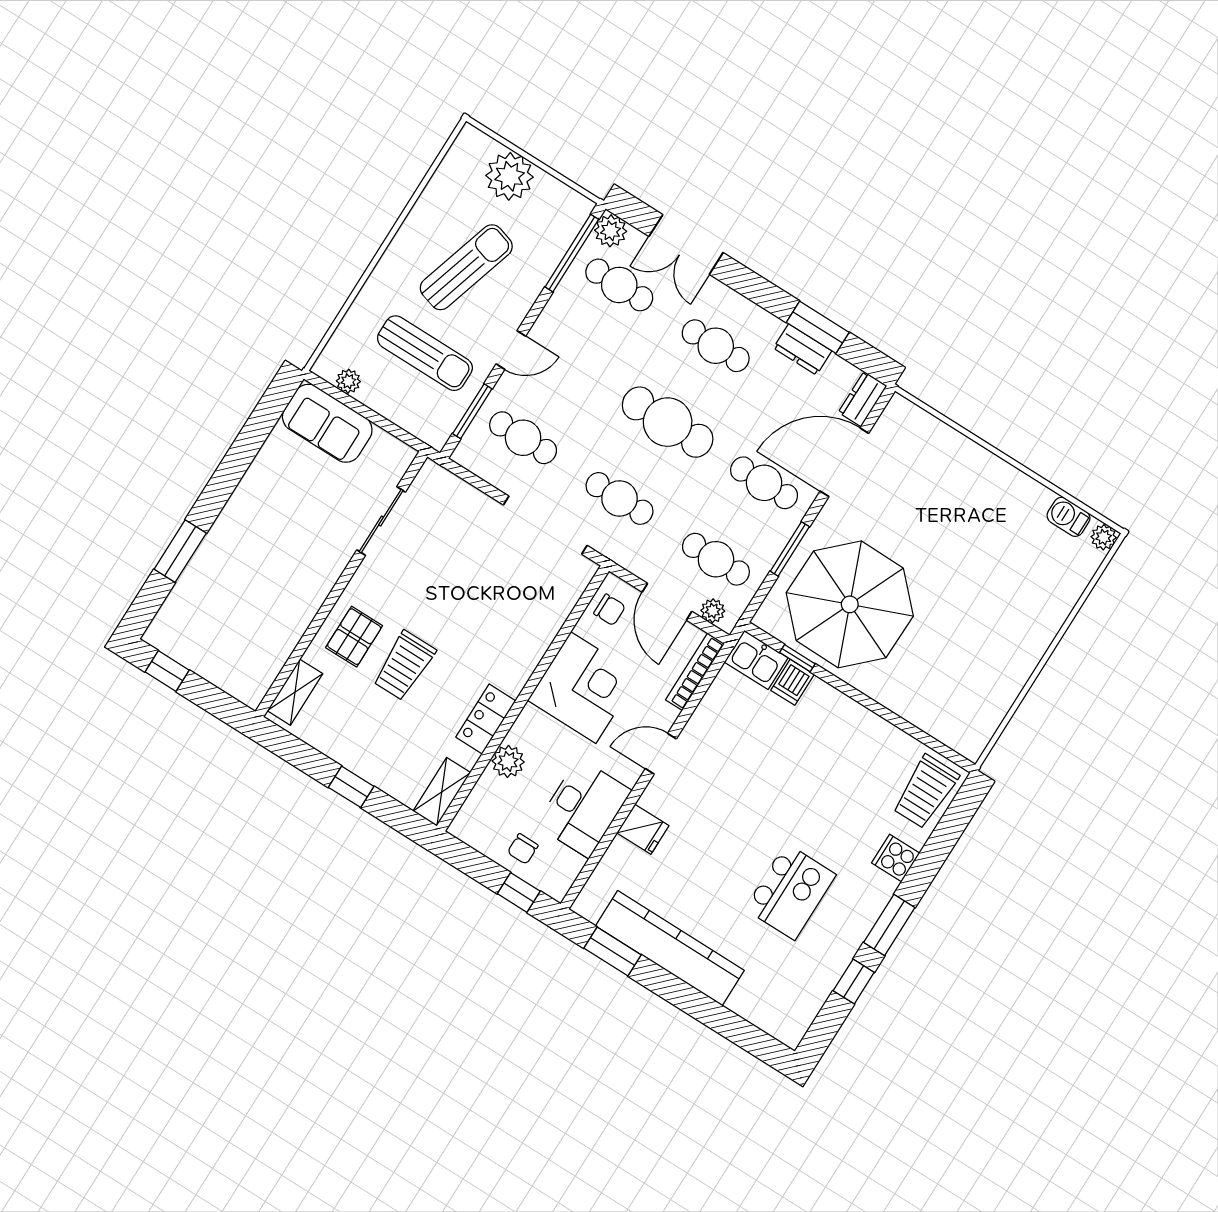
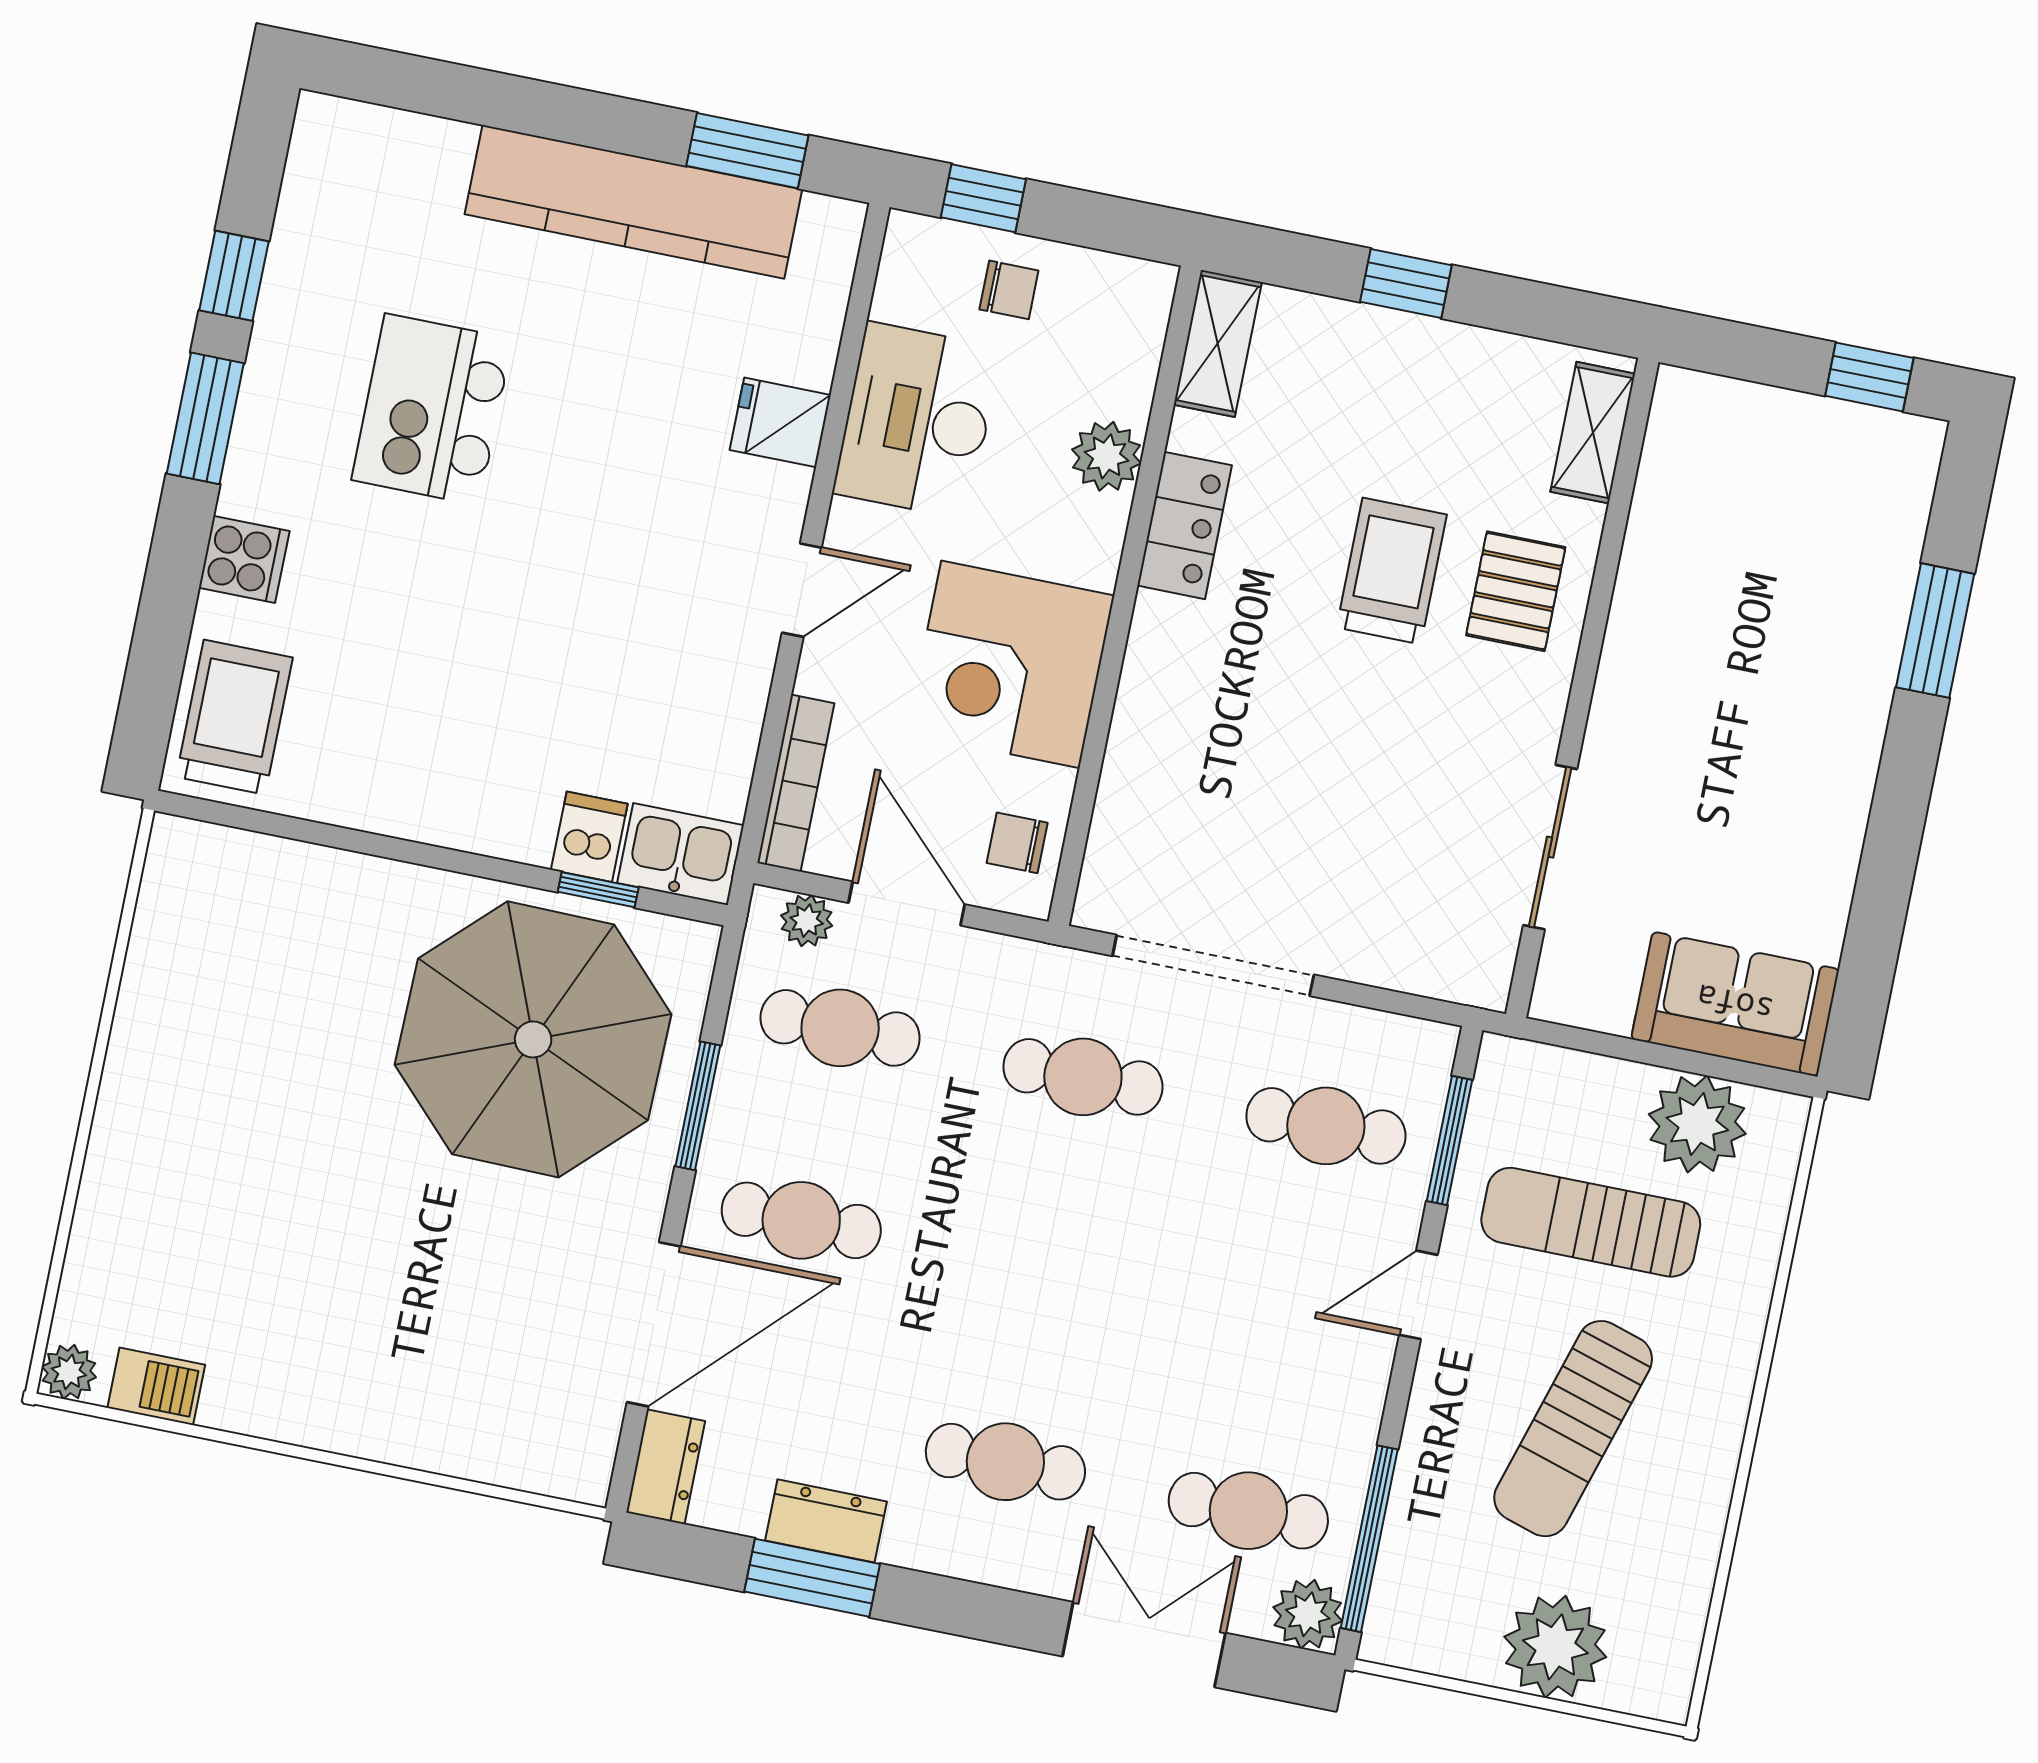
plant: (348, 381) -> (1697, 1124), width x1.87, depth x1.87
cafe table: (668, 422) -> (1044, 1269), removed
chair: (523, 849) -> (1009, 290), turned 90

